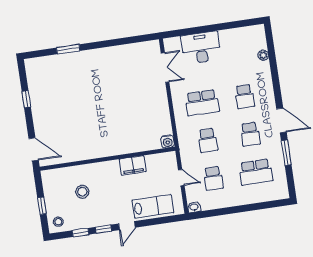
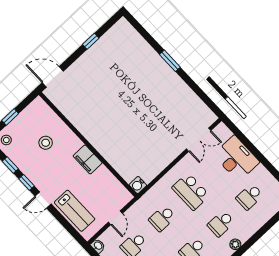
window: (68, 49) -> (170, 61), moved
plant: (263, 55) -> (235, 244), moved
school desk: (239, 59) -> (249, 197), added
door: (34, 149) -> (53, 77), swing flipped
filing cabinet: (133, 165) -> (88, 159), moved

